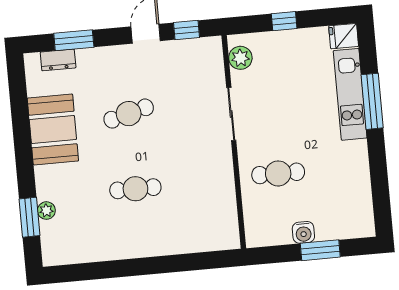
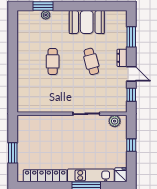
dresser: (58, 60) -> (122, 58), moved
cafe table: (278, 173) -> (54, 135), removed
locker: (359, 183) -> (45, 176), added
water cooler: (303, 232) -> (23, 145), removed

